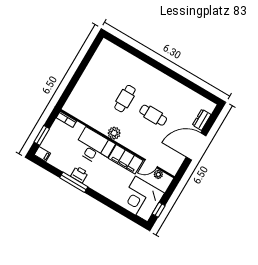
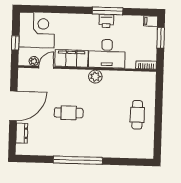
window: (167, 71) -> (78, 160), added
cafe table: (125, 99) -> (137, 115), moved
window: (159, 210) -> (15, 43), moved

